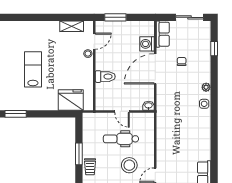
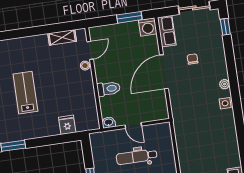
window: (115, 17) -> (129, 17), moved
washing machine: (147, 44) -> (148, 27), moved, turned -90
window: (214, 49) -> (225, 27), moved
fridge: (71, 100) -> (67, 125), width x0.53, depth x0.75
washbasin: (149, 106) -> (108, 123), moved

